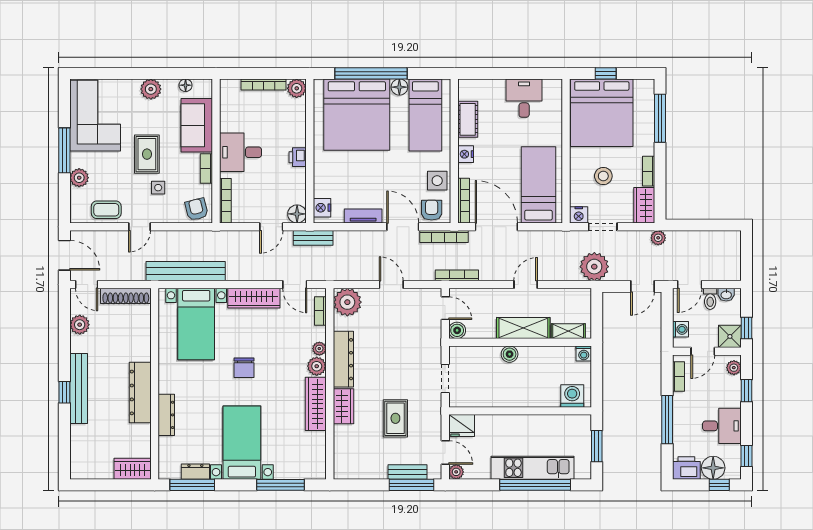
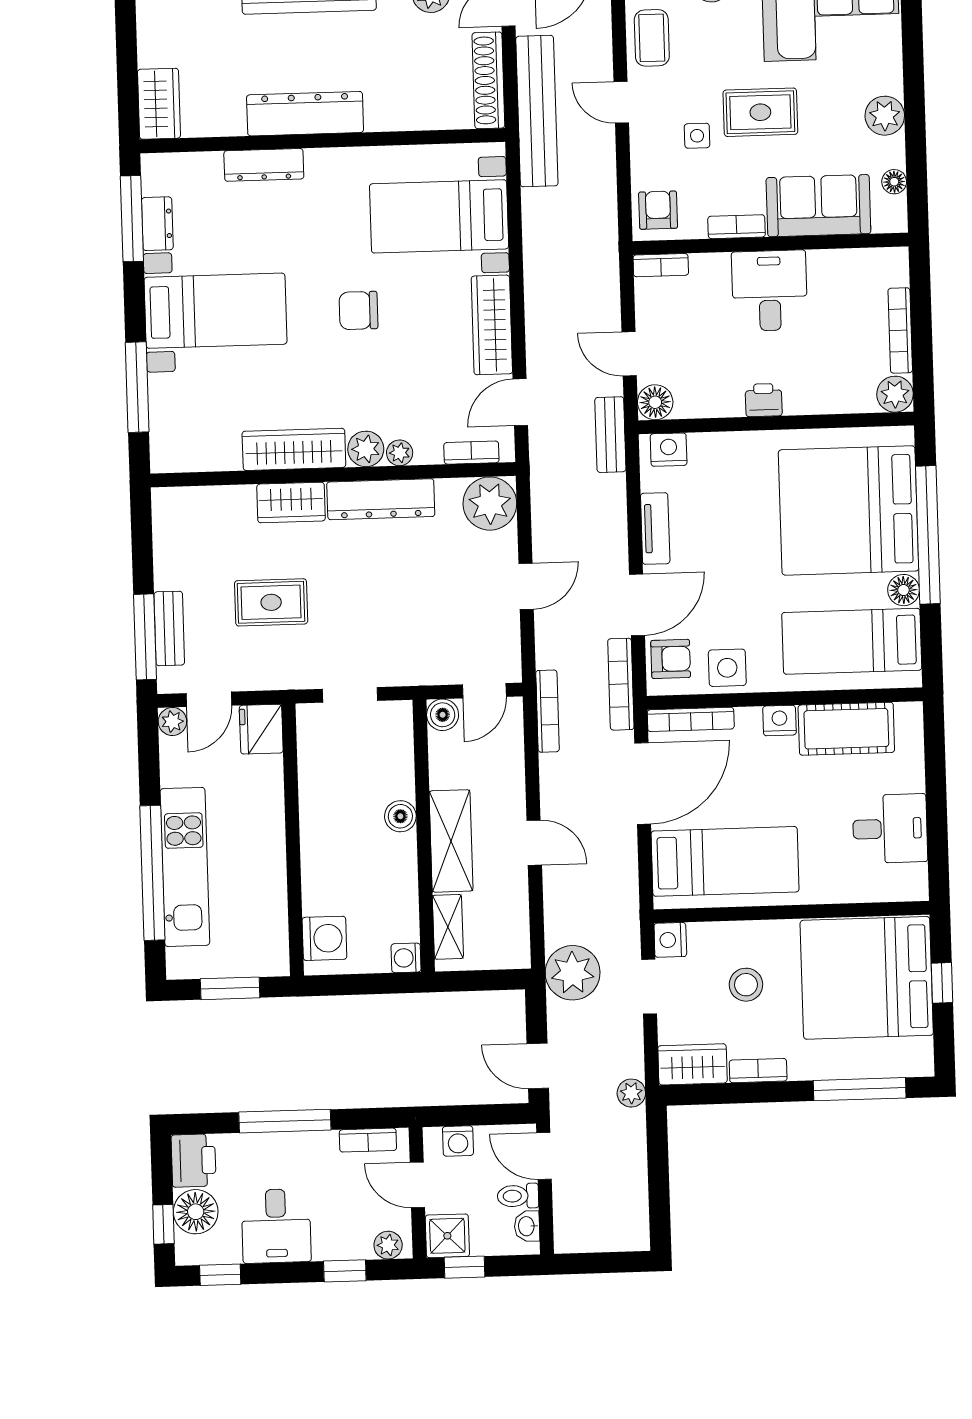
cot: (468, 119) -> (846, 729), width x1.37, depth x1.34
bookcase: (225, 201) -> (661, 265), width x0.64
armchair: (197, 209) -> (658, 210), turned -76
bench: (186, 271) -> (537, 111), moved

